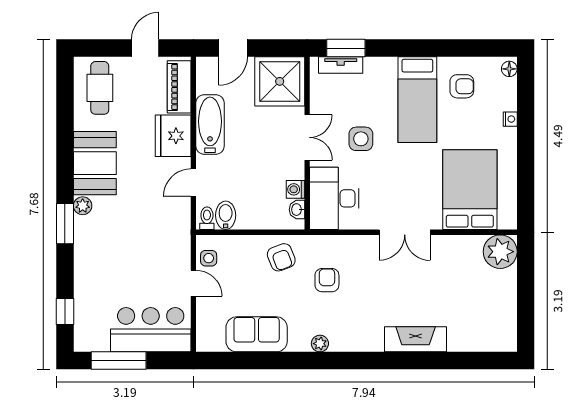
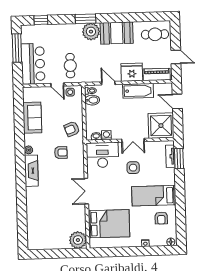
plant: (83, 206) -> (91, 32), width x1.88, depth x1.88
cafe table: (156, 256) -> (70, 66), added
door: (193, 283) -> (57, 85), hinge flipped
fireplace: (416, 339) -> (31, 171), moved

